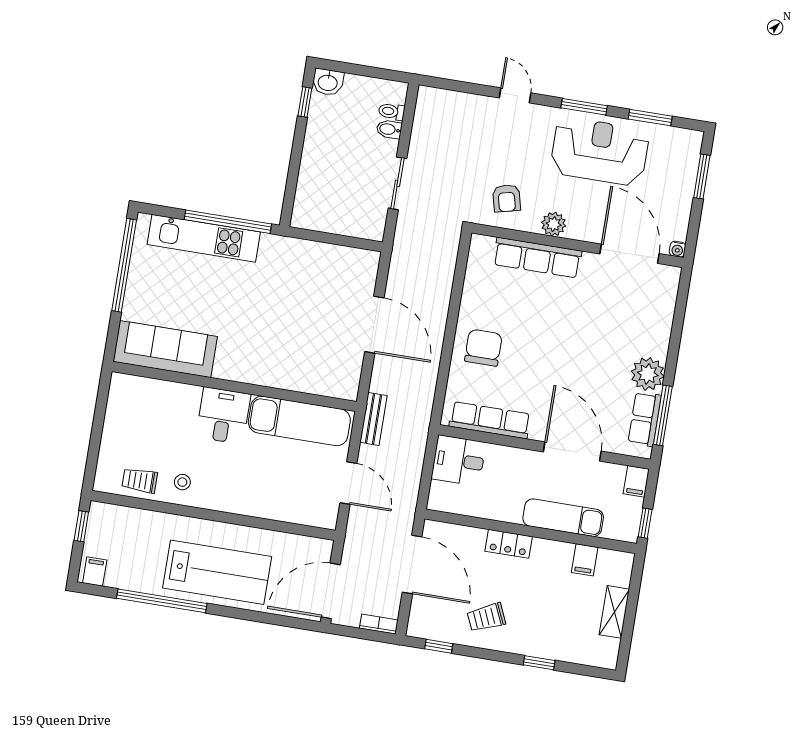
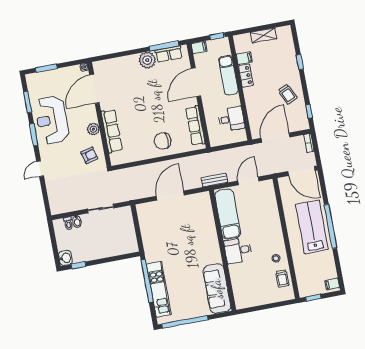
desk: (459, 461) -> (231, 119), moved, turned -90
locker: (509, 544) -> (246, 76), moved
window: (162, 601) -> (331, 226), moved

